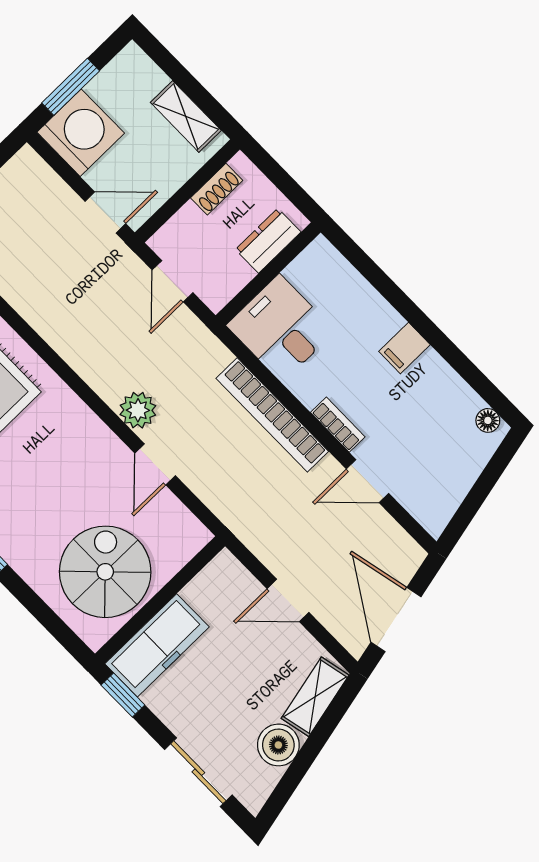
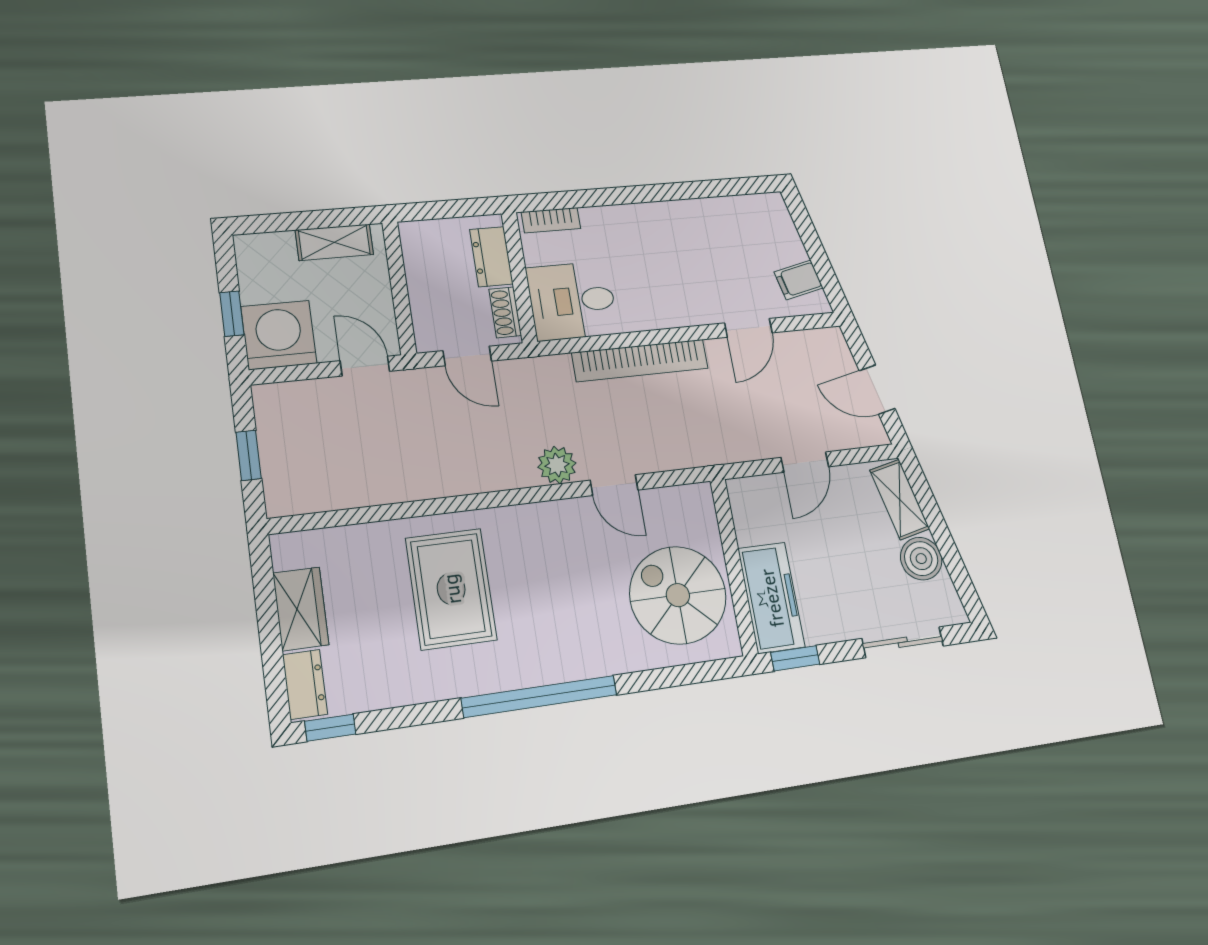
window: (71, 87) -> (232, 314), width x0.67
shoe rack: (217, 189) -> (505, 312), moved, turned 180
door: (105, 212) -> (365, 366), hinge flipped
filing cabinet: (404, 348) -> (799, 280), moved, turned 78
floor lamp: (488, 420) -> (763, 204), removed
bookcase: (338, 425) -> (551, 220), moved, turned 180
door: (396, 620) -> (877, 390), width x0.73

